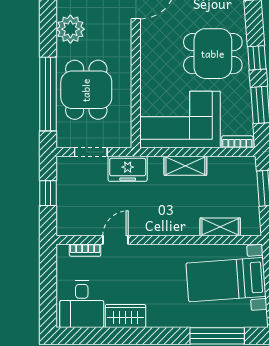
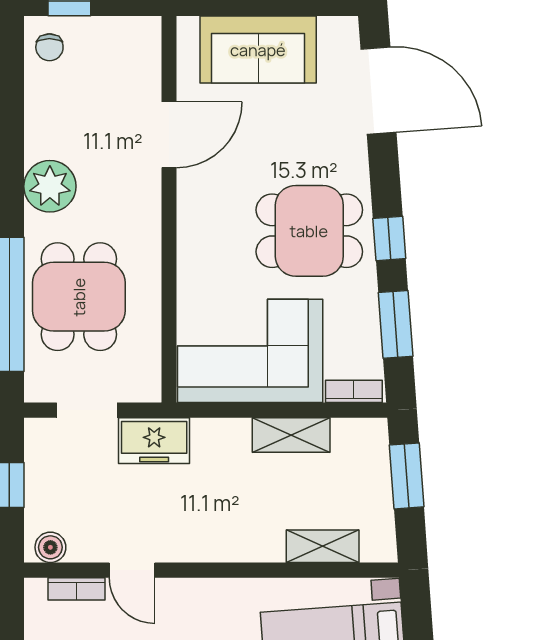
shelving: (185, 166) -> (291, 435), moved
boiler: (71, 227) -> (50, 547), added
door: (115, 240) -> (132, 570), swing flipped

